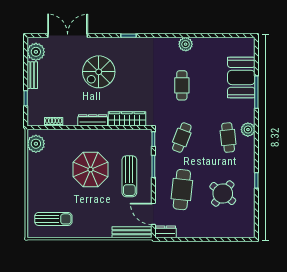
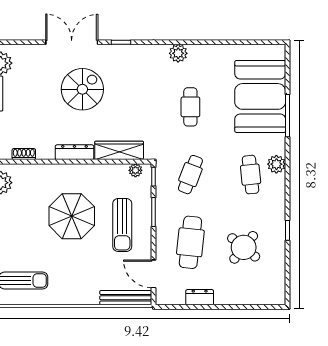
double door: (68, 36) -> (72, 42), moved
plant: (186, 44) -> (178, 53), moved
spiral stairs: (99, 72) -> (82, 89), turned 180
booth: (241, 77) -> (260, 96), width x1.36, depth x1.42
plant: (140, 134) -> (135, 170), added
dresser: (166, 232) -> (200, 297), moved

